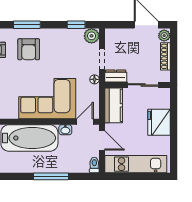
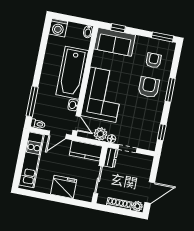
plant: (92, 36) -> (100, 134), moved
armchair: (29, 49) -> (149, 87), turned 90
window: (51, 176) -> (32, 102), moved

